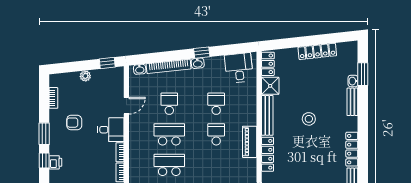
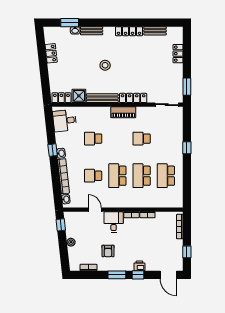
locker: (317, 51) -> (51, 53), width x0.66
school desk: (216, 134) -> (142, 139), moved

